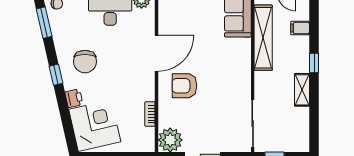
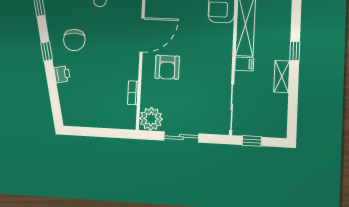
filing cabinet: (300, 28) -> (244, 64), moved, turned 180
armchair: (184, 86) -> (167, 67), turned -90
corner desk: (95, 126) -> (80, 101), removed

